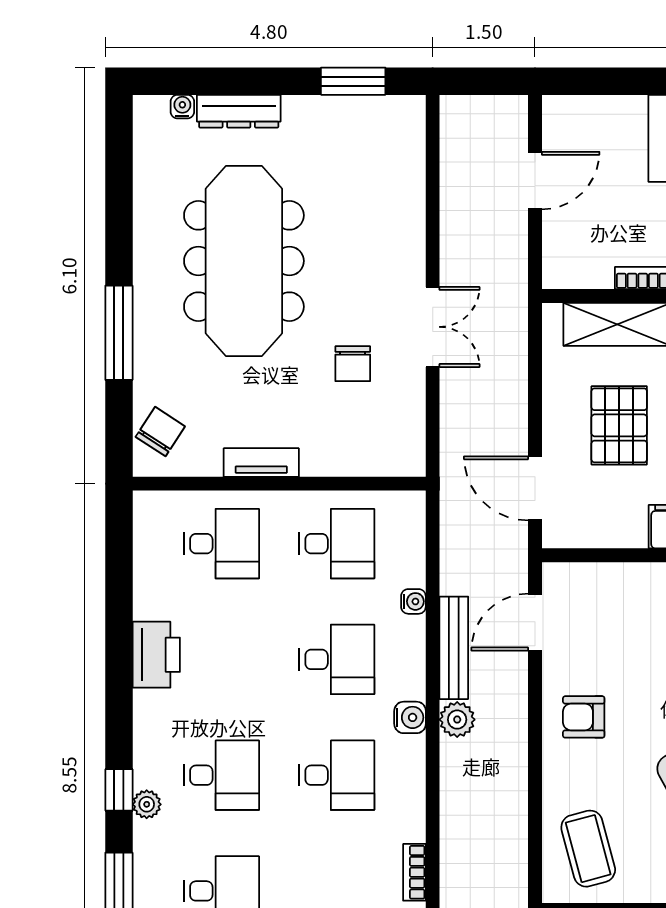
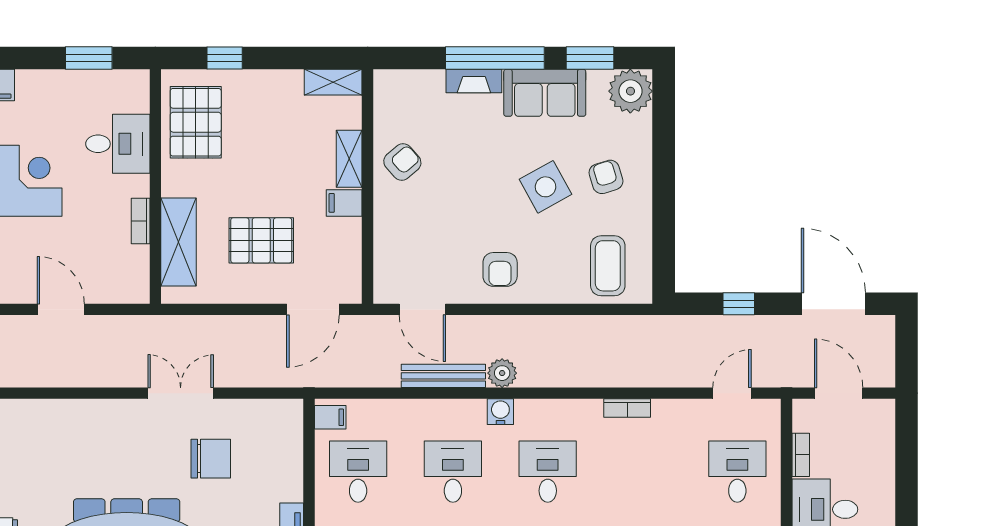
chair: (353, 364) -> (211, 459), width x1.37, depth x1.37
filing cabinet: (403, 510) -> (330, 417), added
water cooler: (413, 601) -> (405, 409), removed
coffee table: (588, 849) -> (608, 266), turned -75

